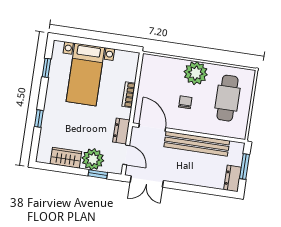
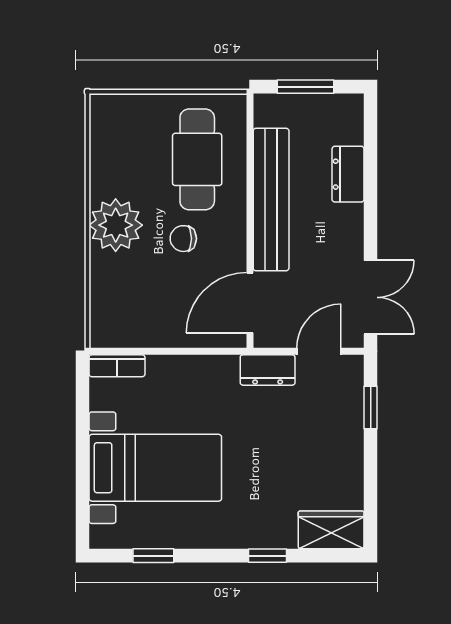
bookcase: (129, 95) -> (117, 366), moved
cafe table: (227, 98) -> (197, 159), moved, turned 90
wardrobe: (66, 158) -> (331, 530), moved, turned 90
plant: (93, 159) -> (339, 423), removed
dresser: (233, 178) -> (348, 174), moved, turned 90

